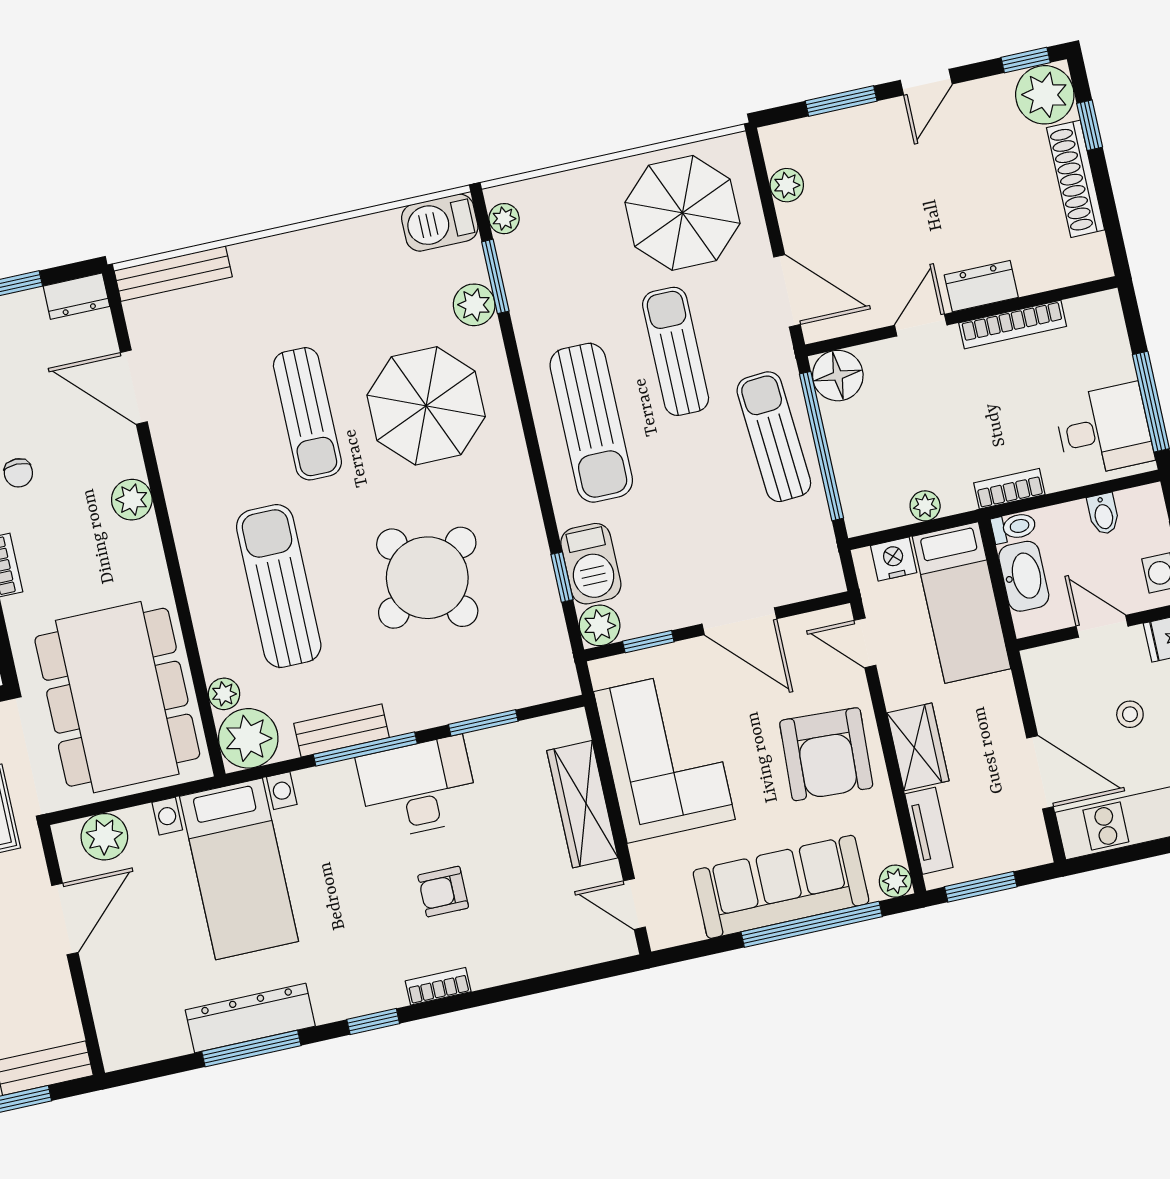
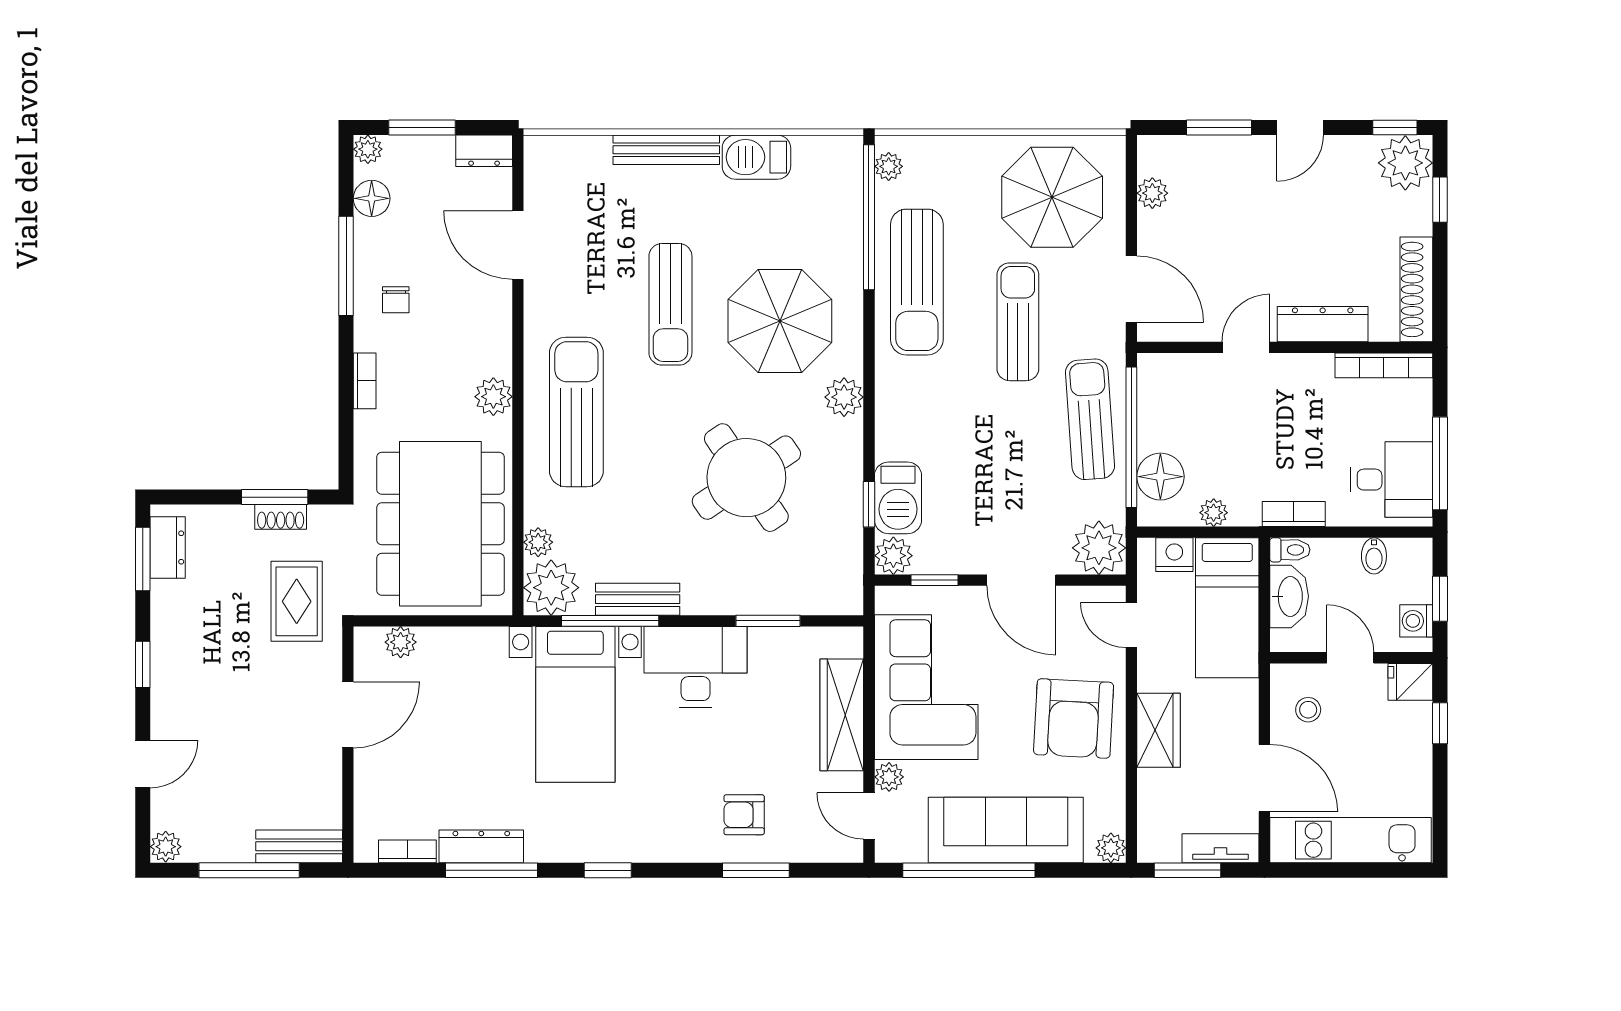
shoe rack: (1076, 179) -> (1416, 289), moved
barbecue: (440, 223) -> (756, 157), moved
bench: (173, 274) -> (666, 150), moved
window: (495, 276) -> (869, 217), width x2.11
dresser: (981, 286) -> (1323, 324), width x1.44
plant: (474, 305) -> (844, 397), moved
bookcase: (1013, 325) -> (1384, 365), moved
floor lamp: (838, 376) -> (1160, 477), moved
sun lounger: (591, 423) -> (917, 282), moved
plant: (132, 500) -> (493, 397), moved
plant: (813, 569) -> (1099, 548), added
sun lounger: (279, 586) -> (576, 412), moved
stool: (1130, 714) -> (1308, 710), moved
window: (365, 749) -> (610, 621), moved
tv unit: (929, 831) -> (1221, 848), moved, turned -90
plant: (104, 837) -> (401, 642), width x0.73, depth x0.73
plant: (646, 858) -> (889, 777), added
bed with nightstands: (239, 869) -> (575, 704), moved
armchair: (443, 892) -> (744, 815), moved
window: (812, 924) -> (969, 870), moved
bookcase: (438, 986) -> (407, 851), moved
window: (528, 987) -> (756, 870), added
dresser: (250, 1018) -> (481, 846), width x0.73, depth x0.80

